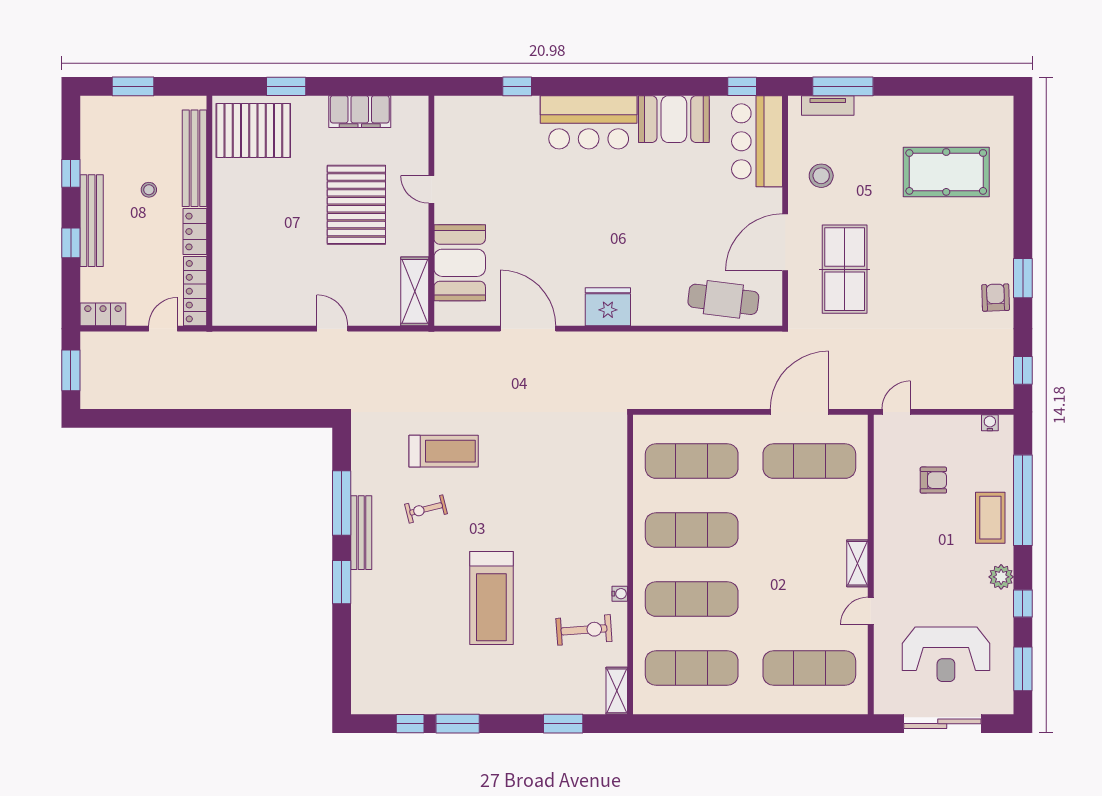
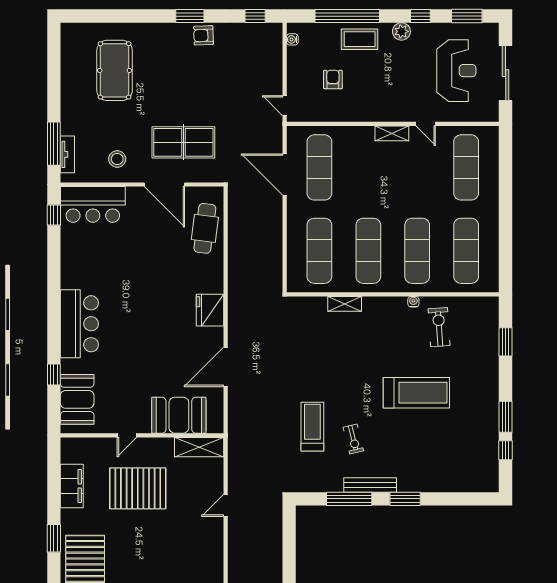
booth: (674, 119) -> (77, 399), moved
shelving: (617, 691) -> (345, 304), moved

